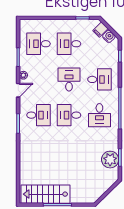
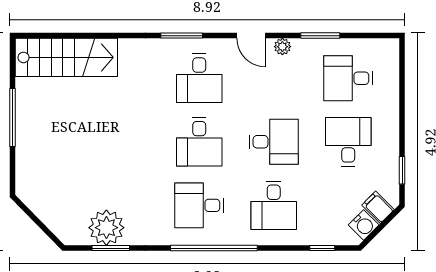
desk: (39, 44) -> (348, 78), turned -90
desk: (69, 115) -> (199, 142), turned 180
stairs: (46, 194) -> (66, 57), moved, turned 90

